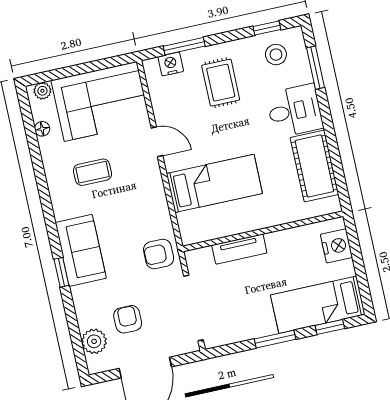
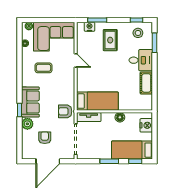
cot: (314, 166) -> (146, 83), width x0.73, depth x0.75
bed: (214, 183) -> (97, 101), moved
floor lamp: (277, 241) -> (120, 117), added
tv unit: (239, 249) -> (89, 117), moved
plant: (94, 341) -> (27, 124), moved

